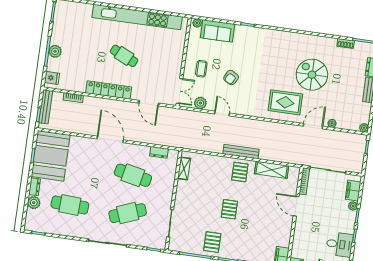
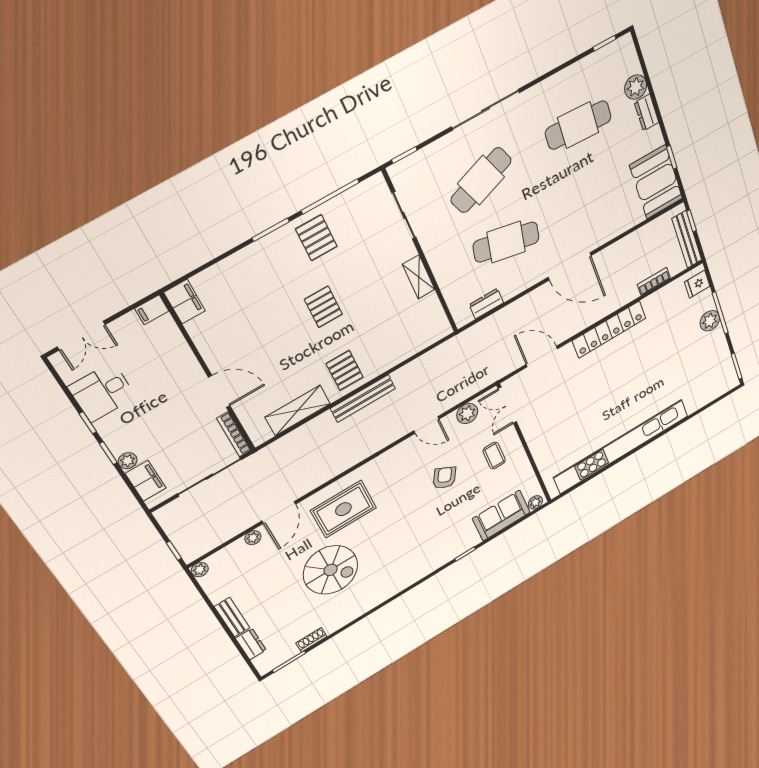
cafe table: (124, 56) -> (612, 388), removed
booth: (51, 156) -> (656, 182), width x0.73, depth x0.70
shelving: (184, 168) -> (419, 277), moved

